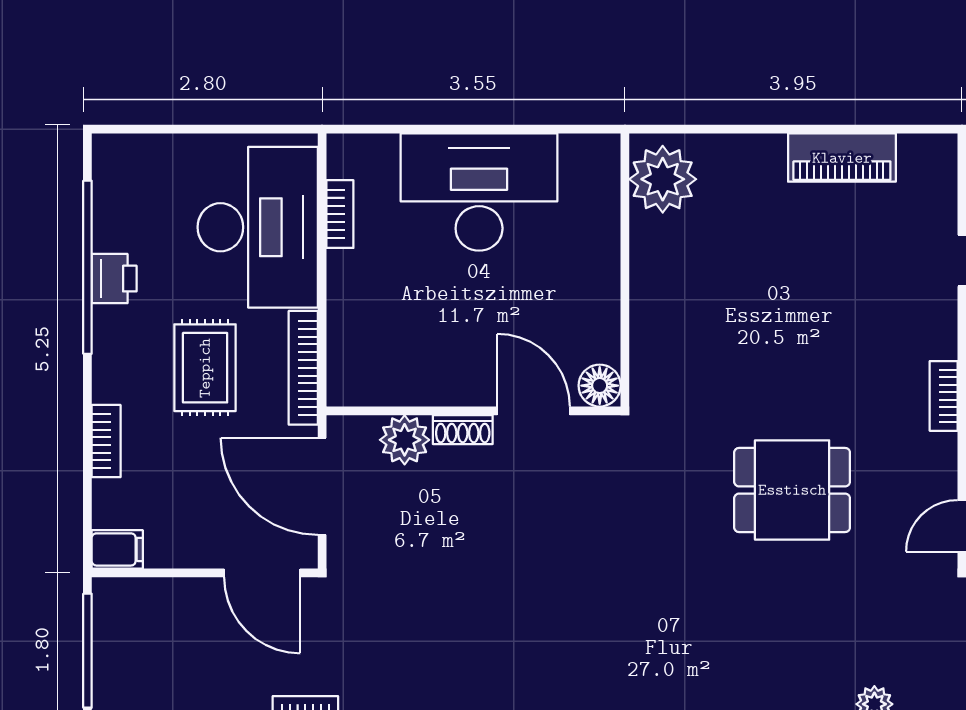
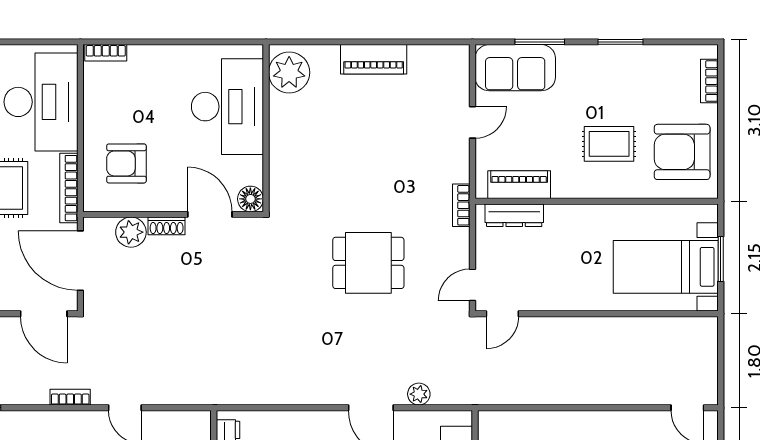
piano: (842, 158) -> (374, 59), moved
desk: (479, 192) -> (227, 107), moved, turned 90
bookcase: (340, 214) -> (106, 53), moved, turned 90
armchair: (397, 328) -> (126, 163), added

